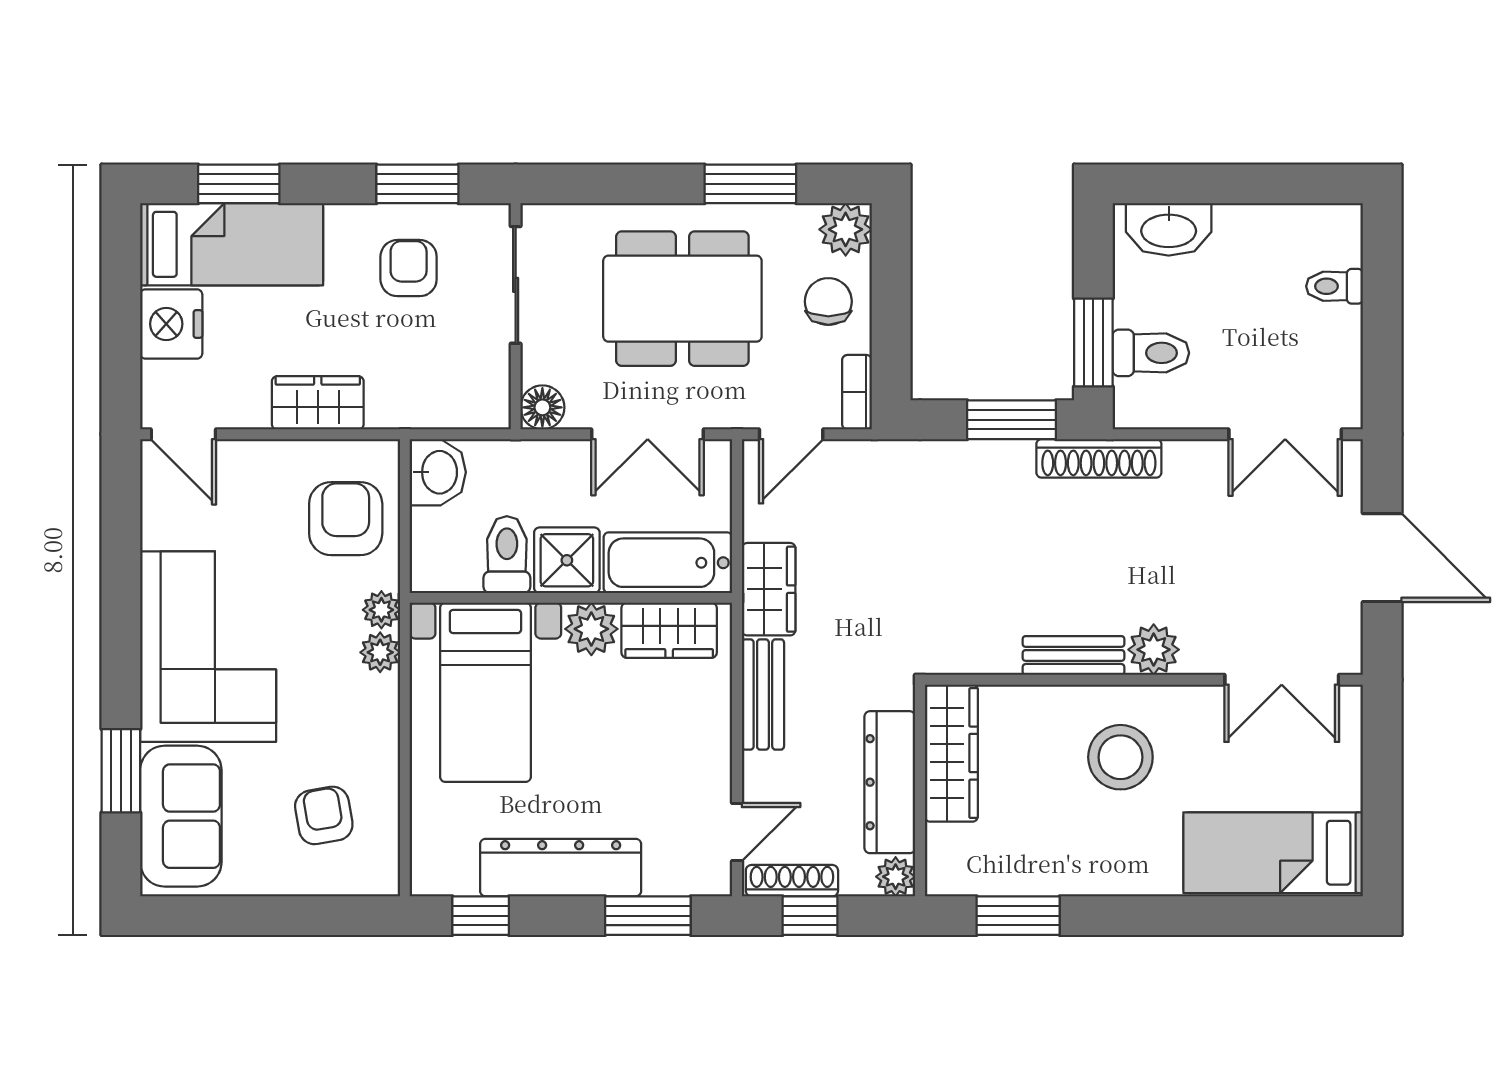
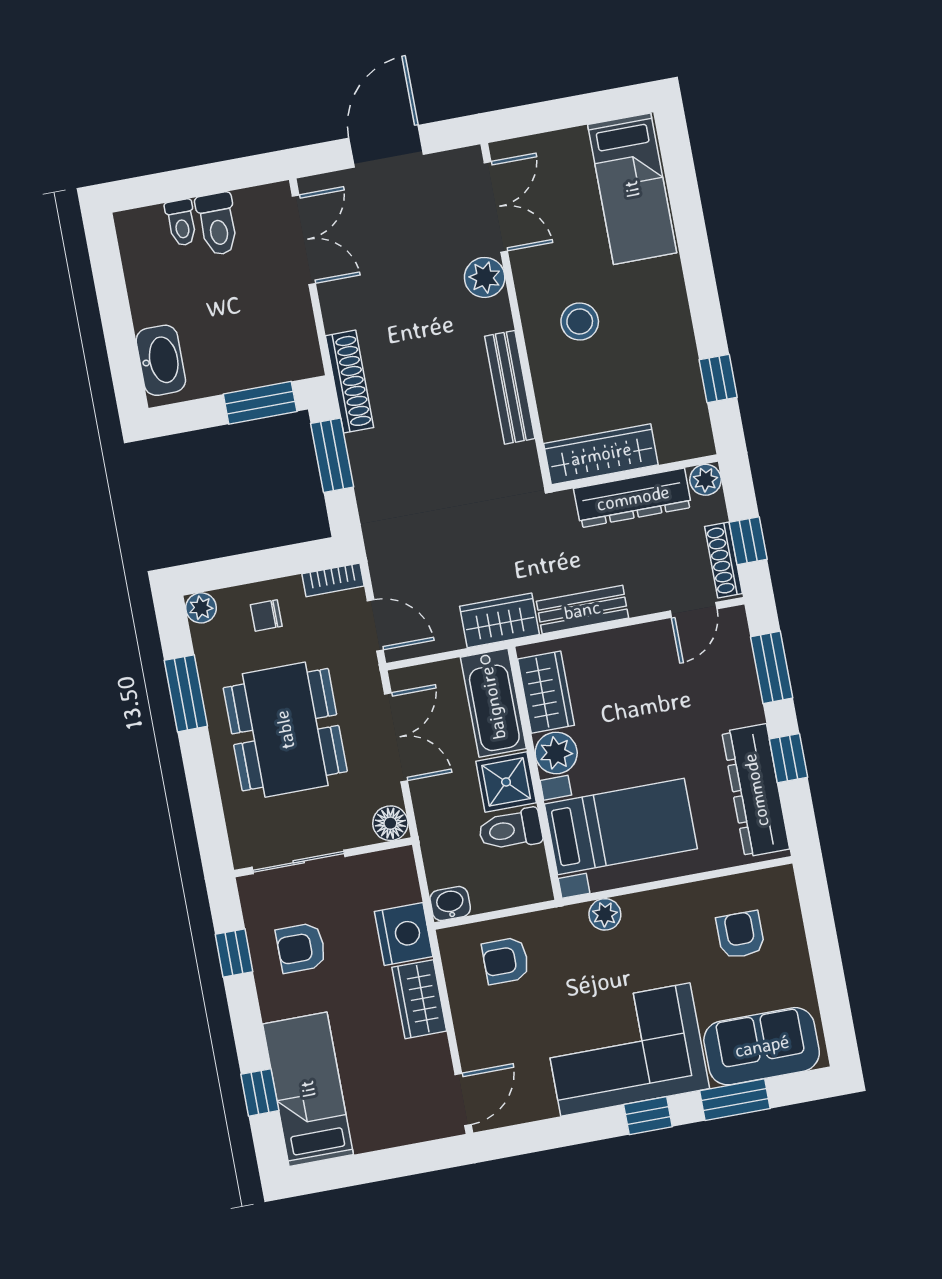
window: (239, 184) -> (260, 1092), width x0.67
window: (417, 184) -> (234, 953), width x0.67
plant: (846, 229) -> (201, 608), width x0.73, depth x0.73
chair: (828, 301) -> (266, 615), width x0.73, depth x0.73
nightstand: (171, 324) -> (404, 934), moved, turned -90
toilet: (1151, 353) -> (217, 224), moved, turned 180
washbasin: (438, 472) -> (450, 904), width x0.72, depth x0.69
armchair: (346, 519) -> (506, 961), width x0.72, depth x0.72
plant: (381, 610) -> (572, 920), removed
plant: (1154, 650) -> (485, 277), moved
bench: (1074, 655) -> (510, 387), width x1.36
window: (121, 659) -> (648, 1116), added
stool: (1120, 757) -> (580, 322), width x0.73, depth x0.73
armchair: (324, 815) -> (740, 935), turned 100
door: (737, 832) -> (694, 610), swing flipped
dresser: (561, 868) -> (756, 790), moved
window: (481, 916) -> (788, 758), moved
window: (1018, 916) -> (718, 379), width x0.67

